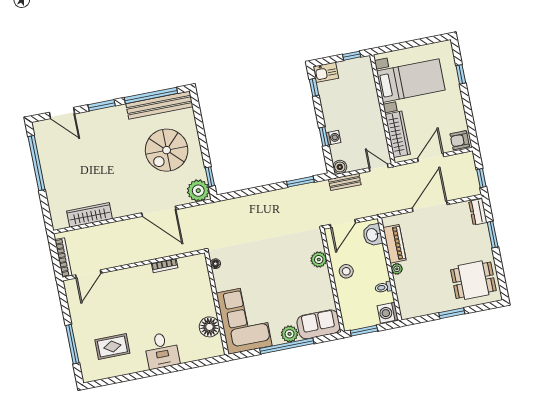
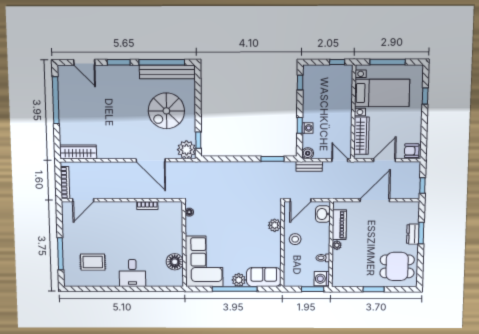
window: (409, 44) -> (388, 62), added
kitchen sink: (326, 72) -> (313, 72), removed
dresser: (478, 212) -> (413, 234), moved
wardrobe: (90, 215) -> (78, 152), moved
window: (364, 331) -> (313, 289), moved

